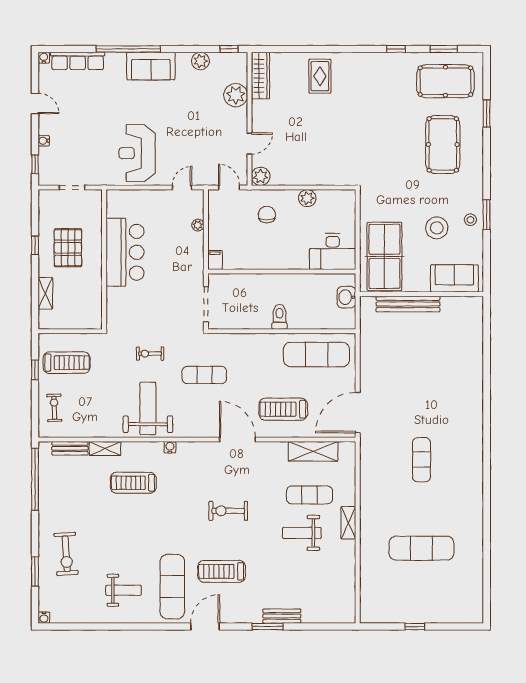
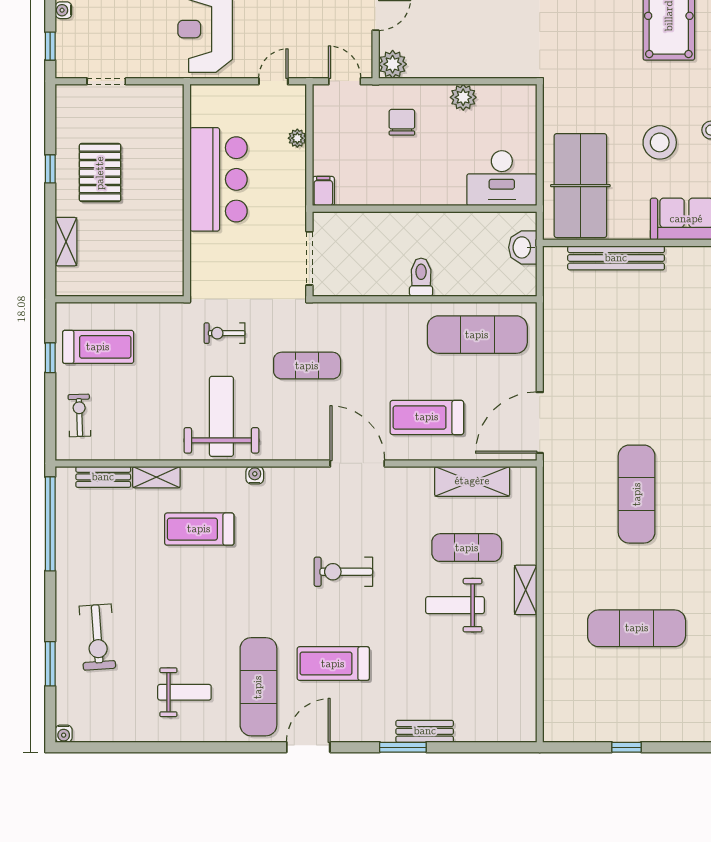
bar counter: (125, 252) -> (219, 179), moved
wall: (104, 259) -> (187, 190), moved
exercise mat: (421, 460) -> (637, 494), width x1.36, depth x1.45

